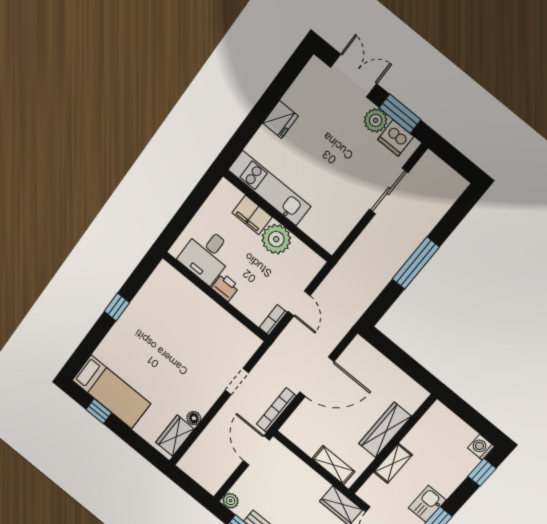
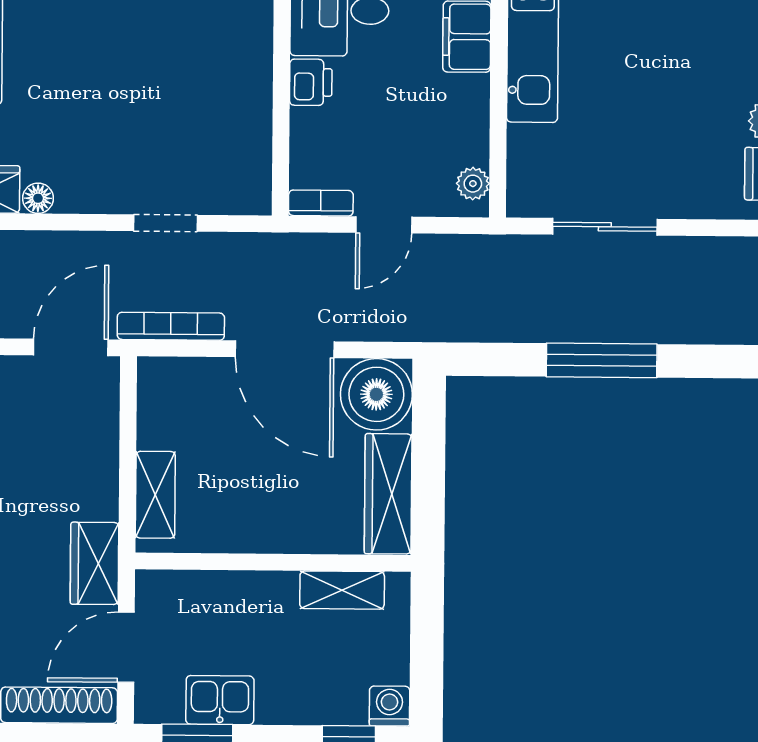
sliding door: (389, 191) -> (605, 227), moved
plant: (276, 239) -> (473, 184), moved, width x0.53, depth x0.53
boiler: (360, 357) -> (376, 394), added
wardrobe: (385, 430) -> (388, 494), moved, turned -90
shelving: (393, 463) -> (342, 590), moved

